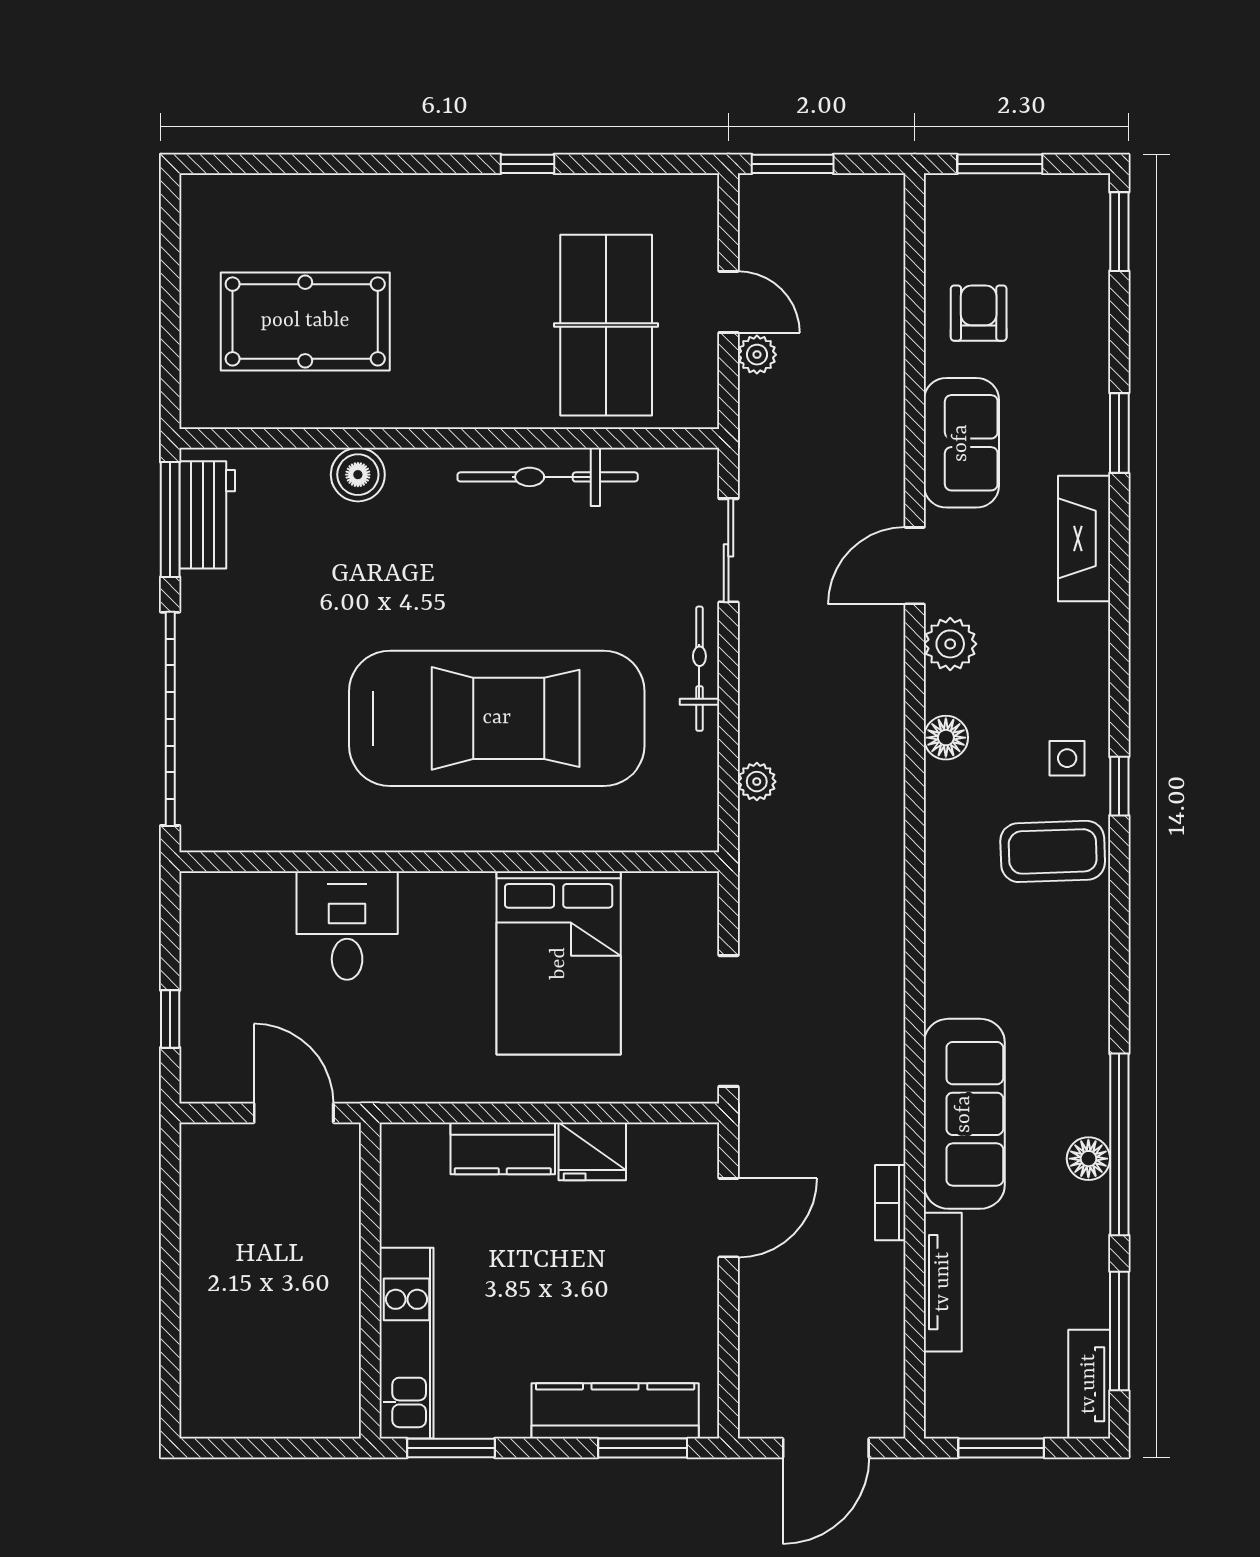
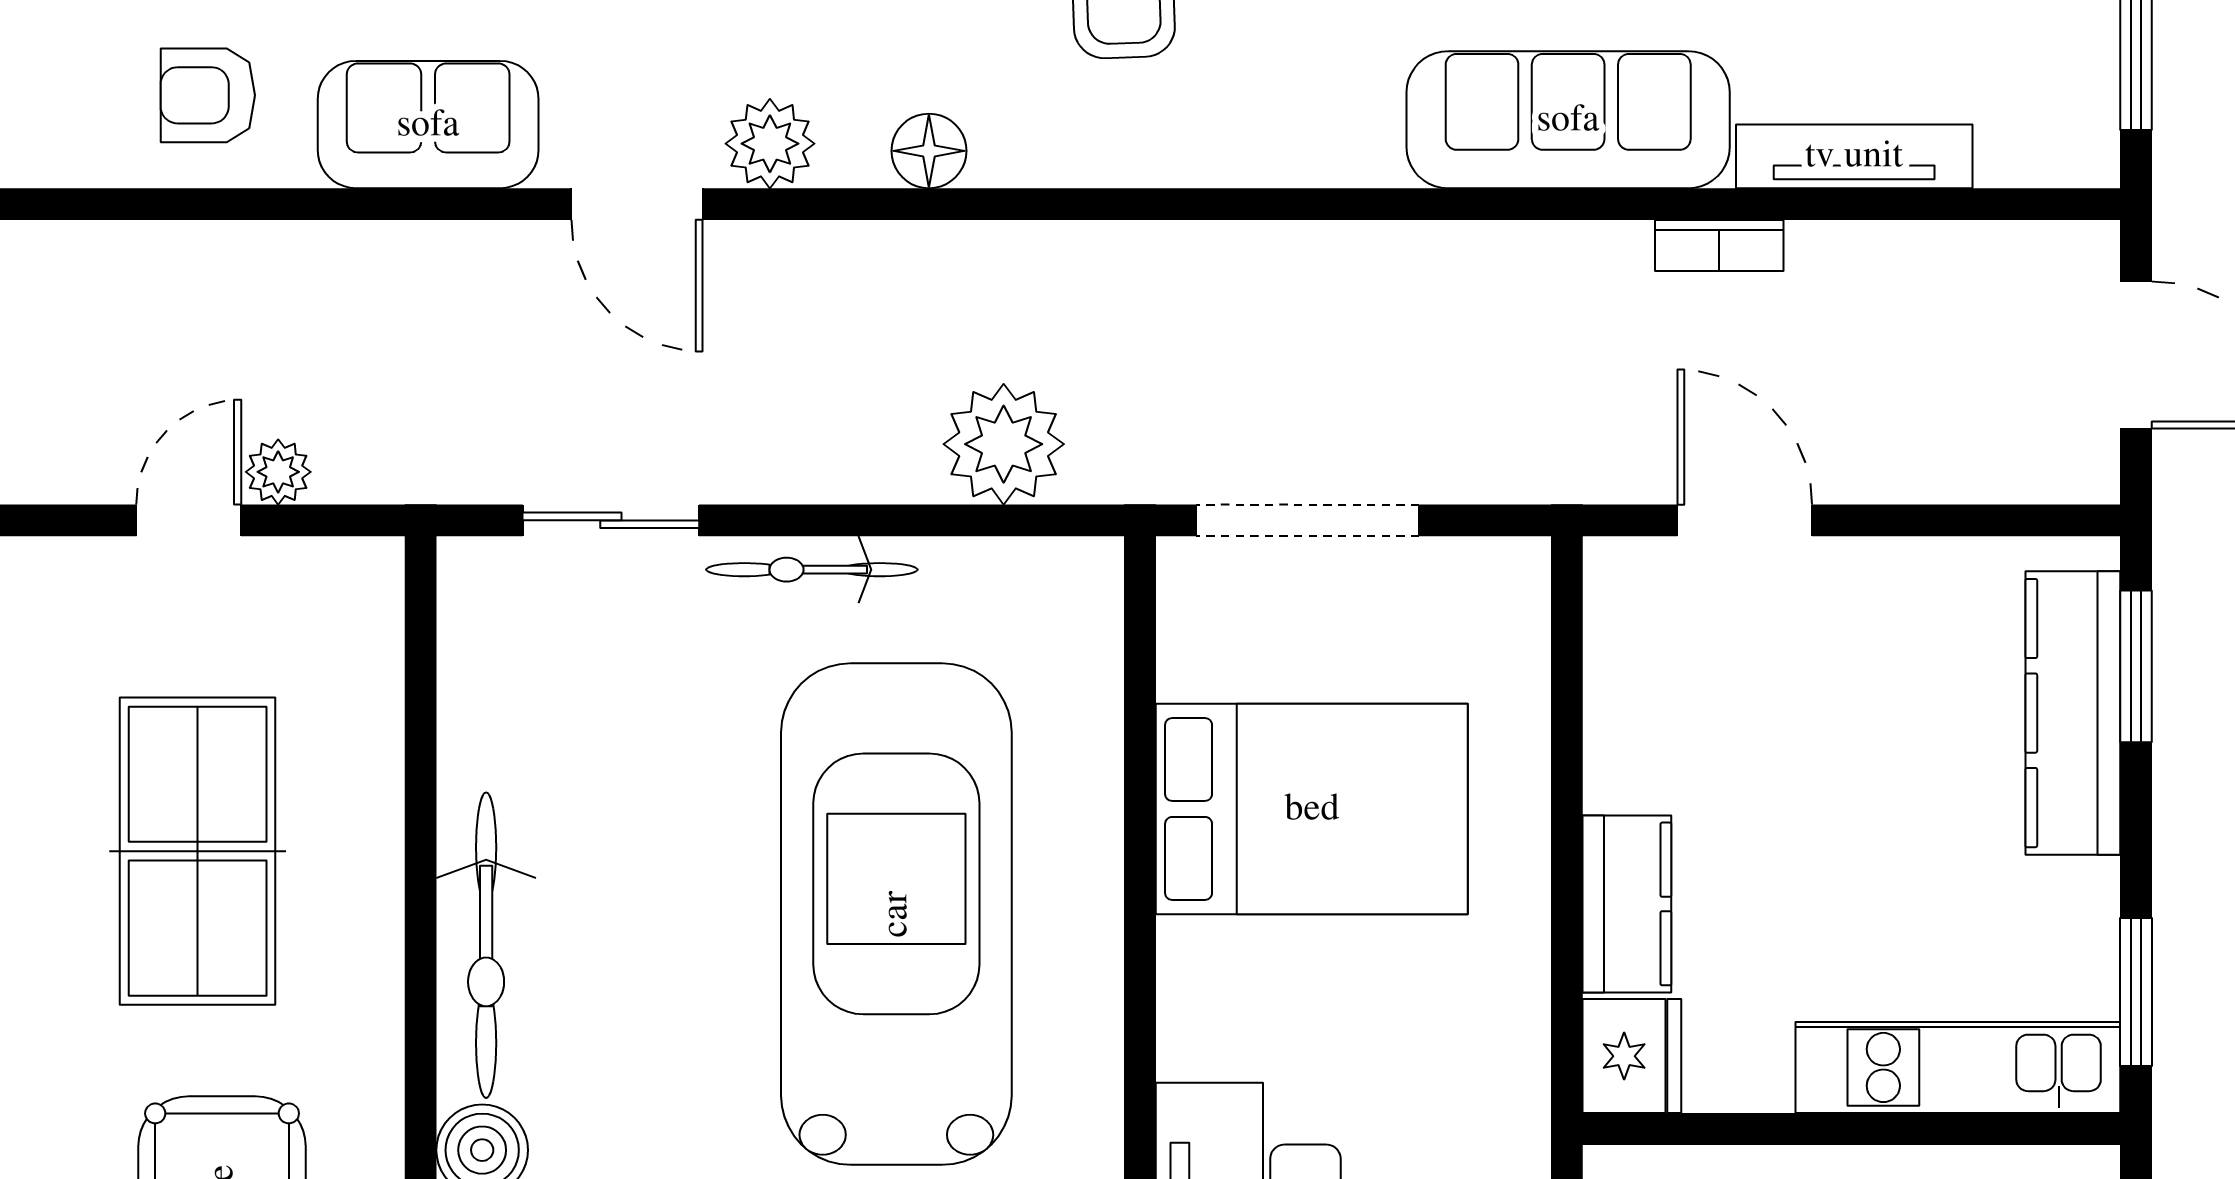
table tennis table: (606, 325) -> (198, 851), moved, turned 90
bicycle: (548, 477) -> (486, 945), moved
plant: (757, 782) -> (1004, 444), width x1.88, depth x1.88
doorway: (728, 1021) -> (1308, 520), moved
fridge: (592, 1151) -> (1632, 1056), moved

